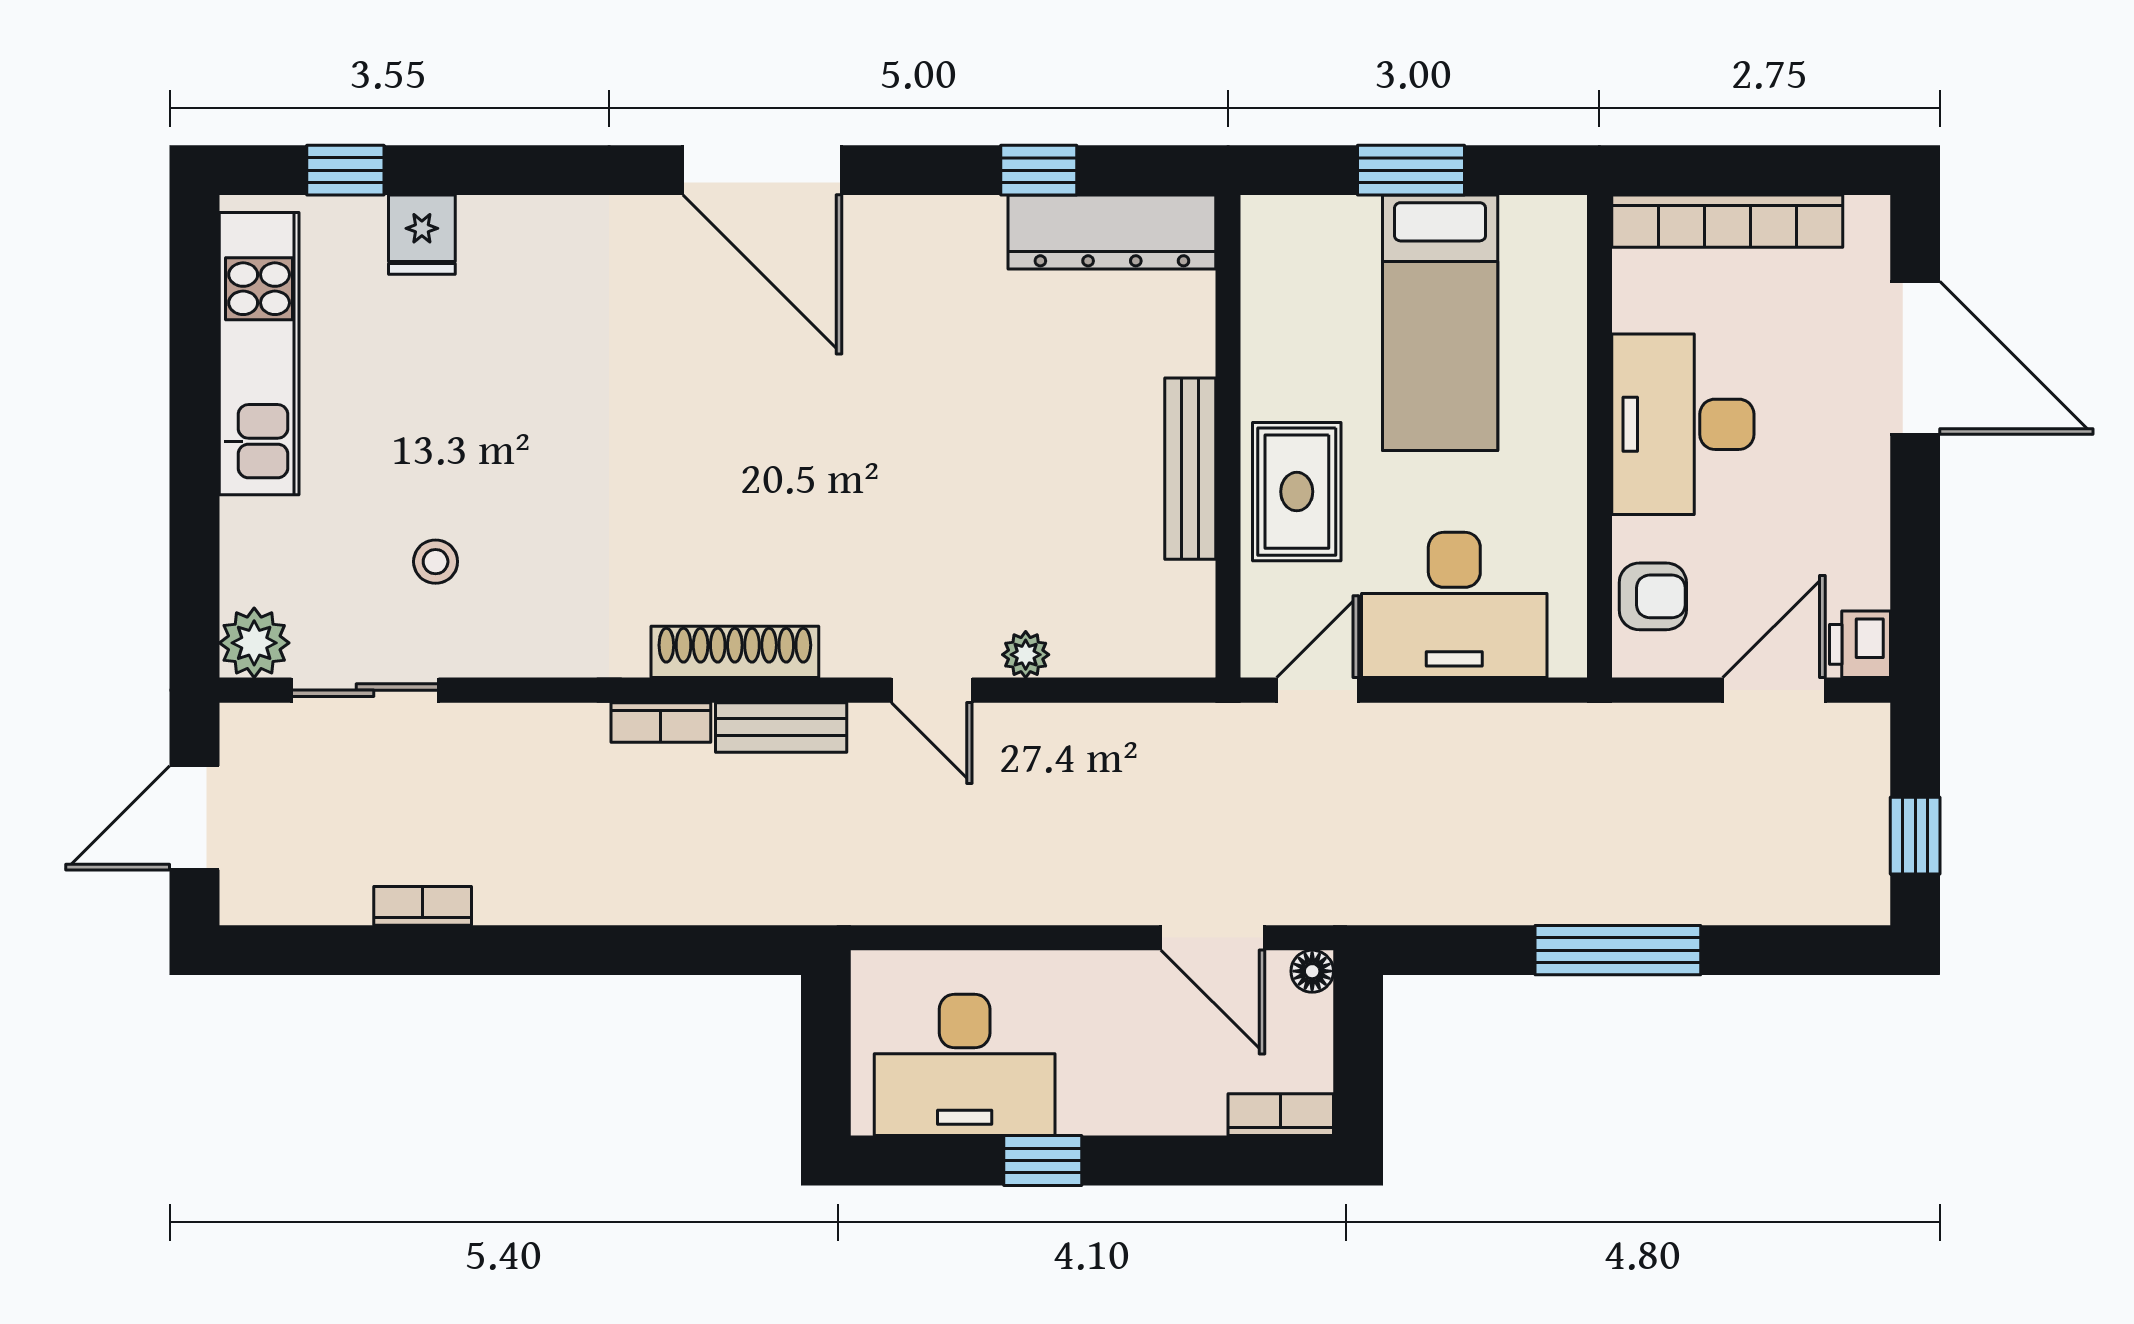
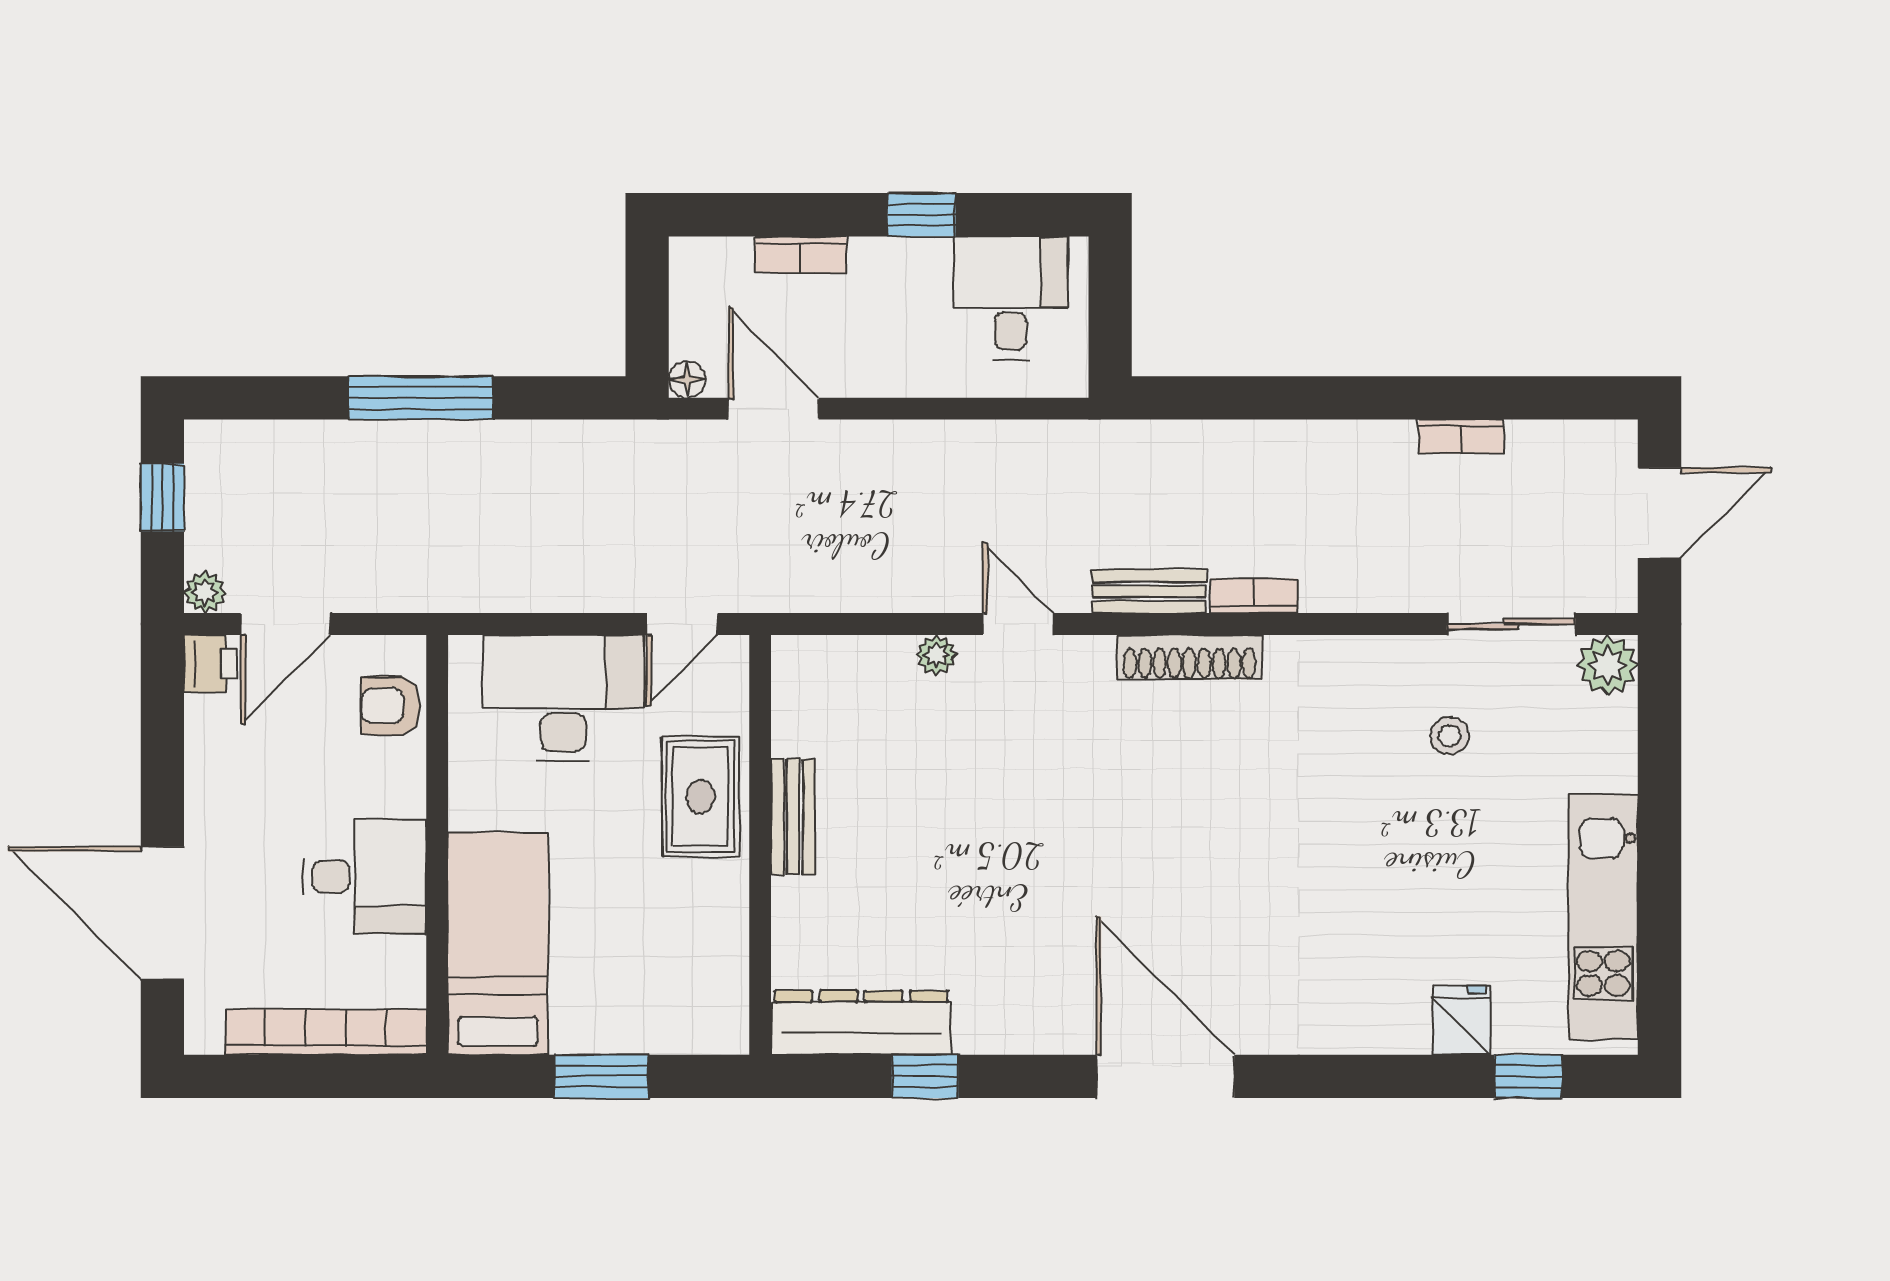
bed: (1440, 323) -> (498, 944), moved
desk: (1683, 424) -> (365, 877), width x0.73
bench: (1190, 469) -> (793, 817), width x0.73
plant: (1866, 726) -> (205, 592), added
desk: (965, 1065) -> (1011, 298), width x0.73
bookcase: (1281, 1115) -> (801, 255), moved

